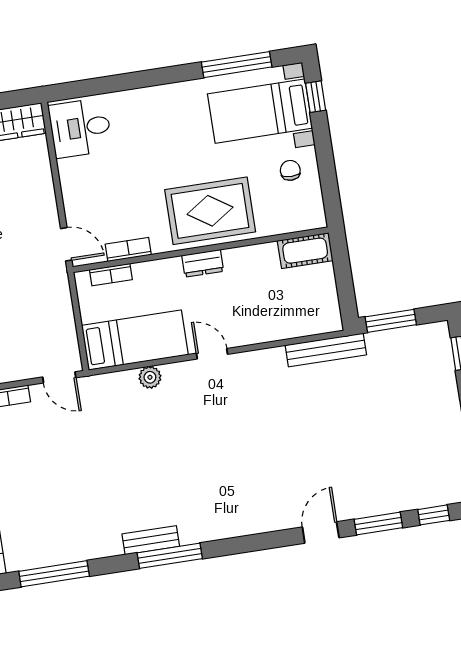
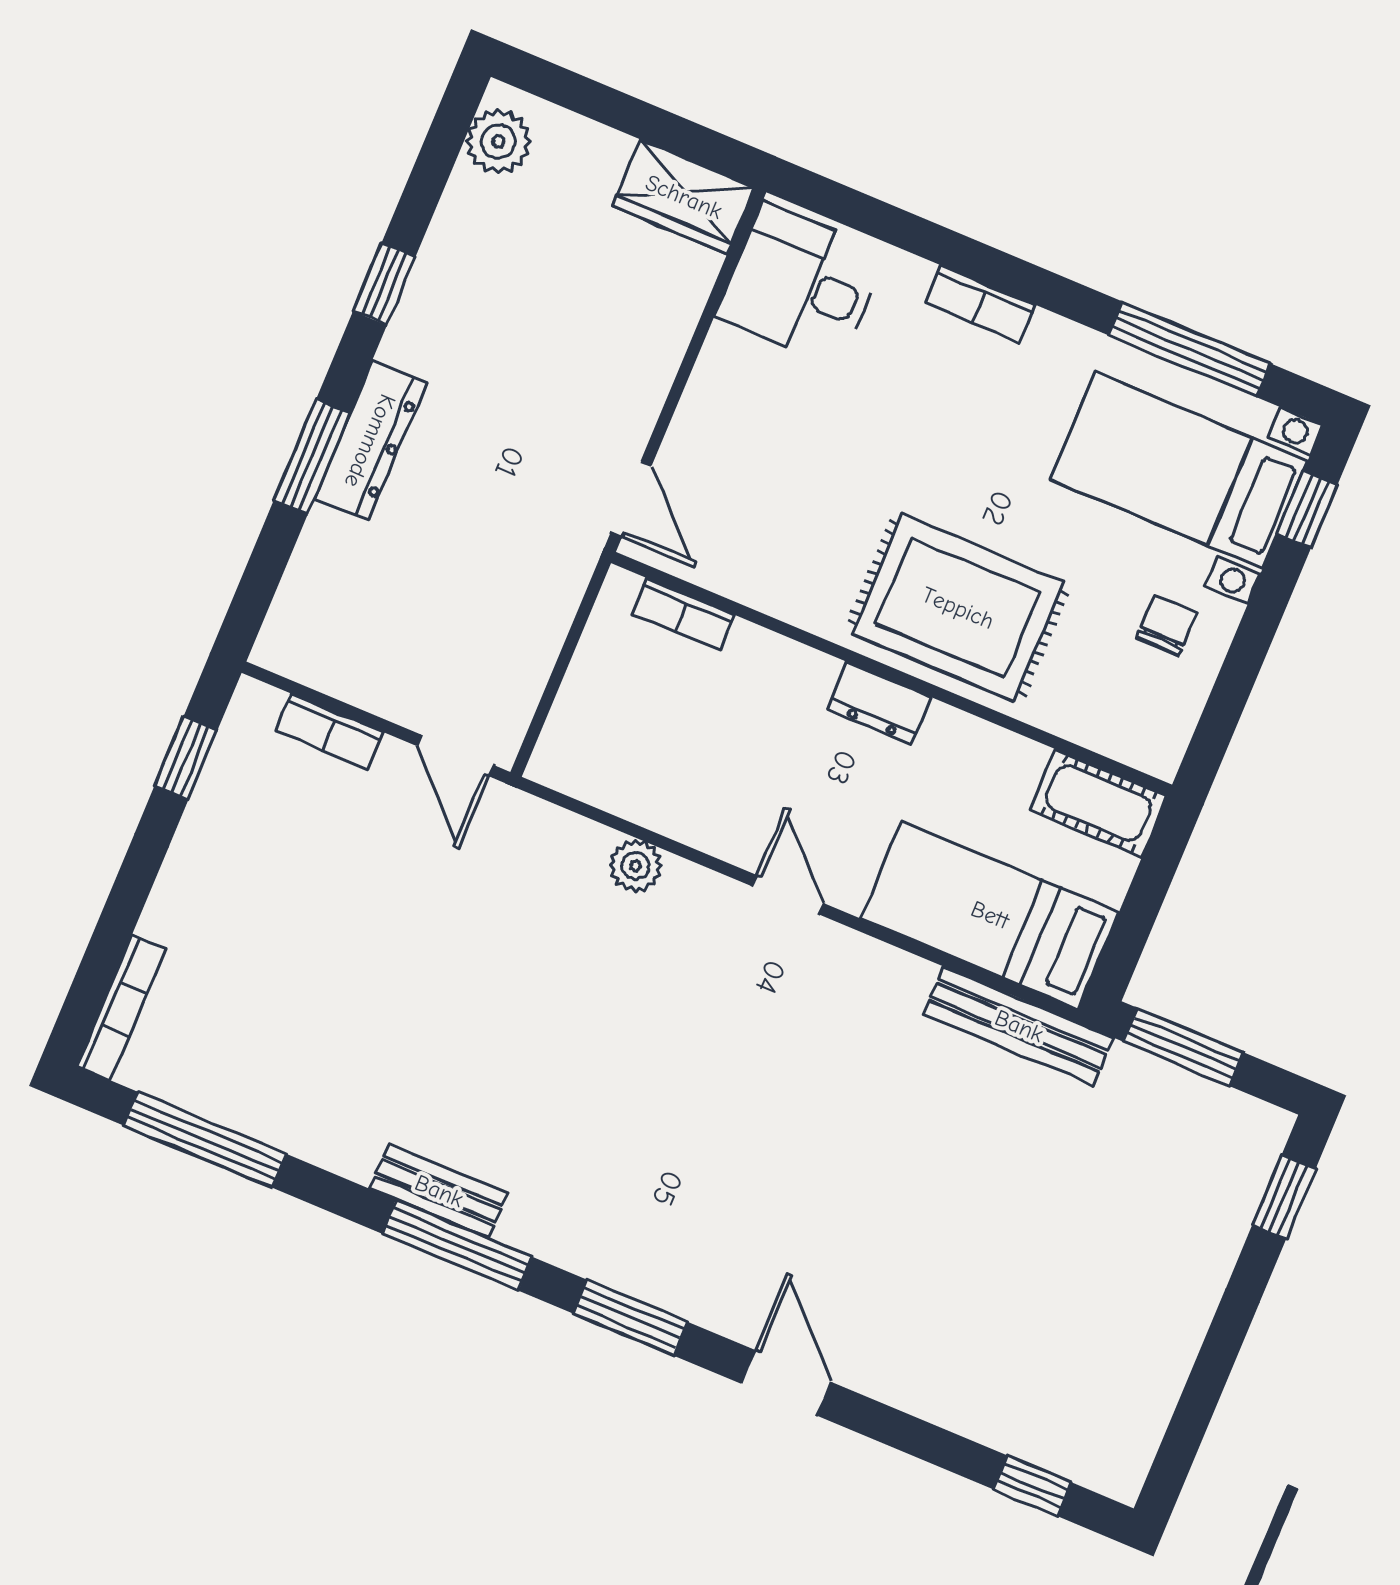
bookcase: (128, 249) -> (981, 304), moved, turned 180
bed: (135, 340) -> (990, 915), moved, turned 180
window: (378, 524) -> (630, 1318), moved
door: (321, 532) -> (786, 1383), hinge flipped

